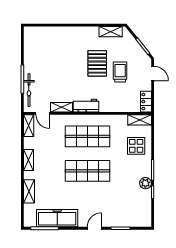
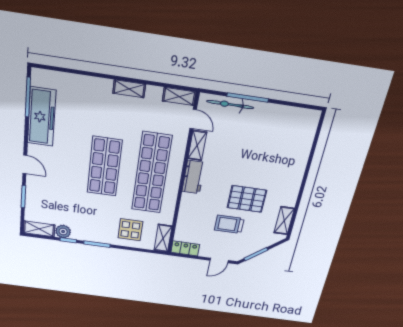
trolley: (120, 72) -> (229, 224), turned 180
door: (43, 113) -> (193, 119), swing flipped
shop shelf: (87, 136) -> (152, 173), width x1.40
plant: (145, 183) -> (63, 232), moved
shelving: (29, 191) -> (39, 229), moved

